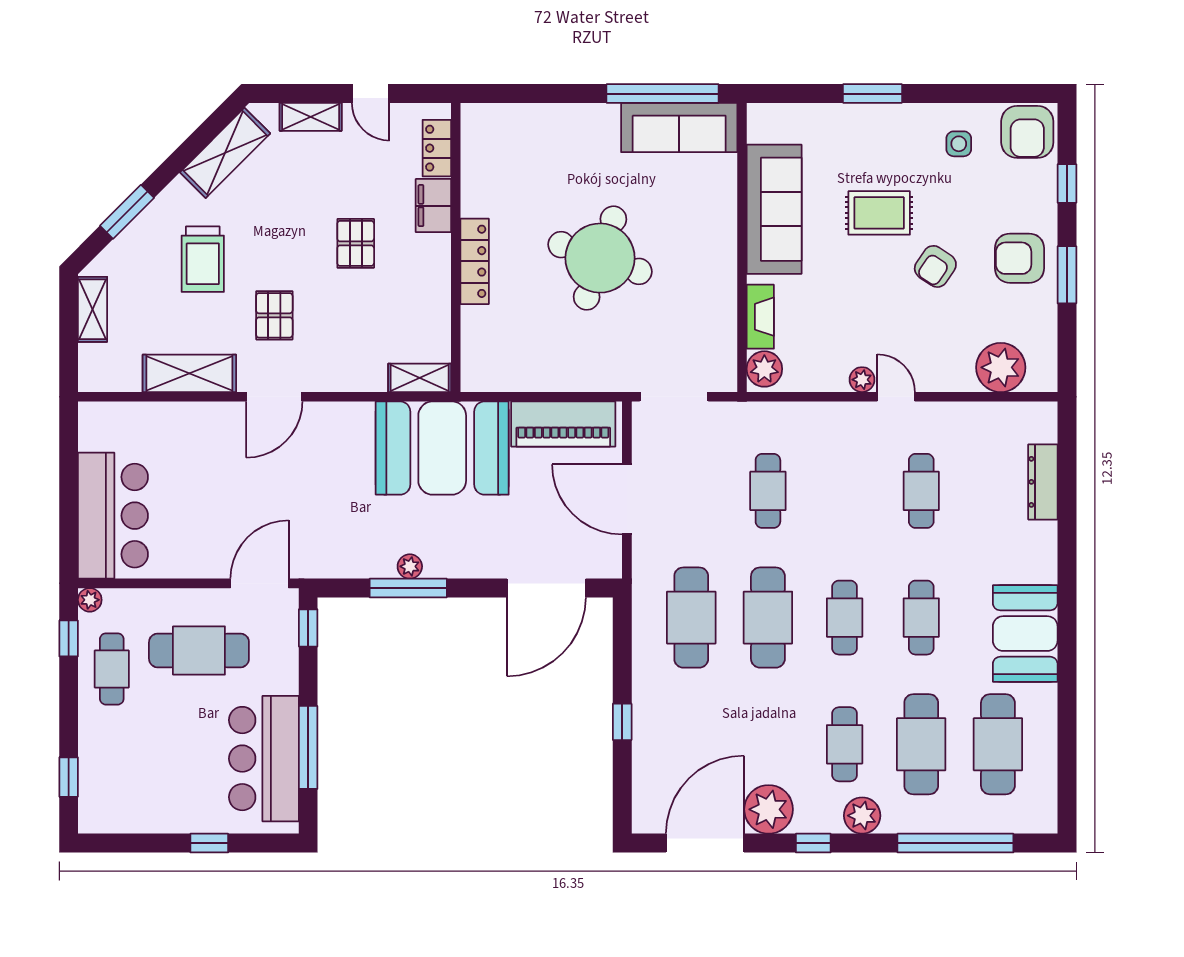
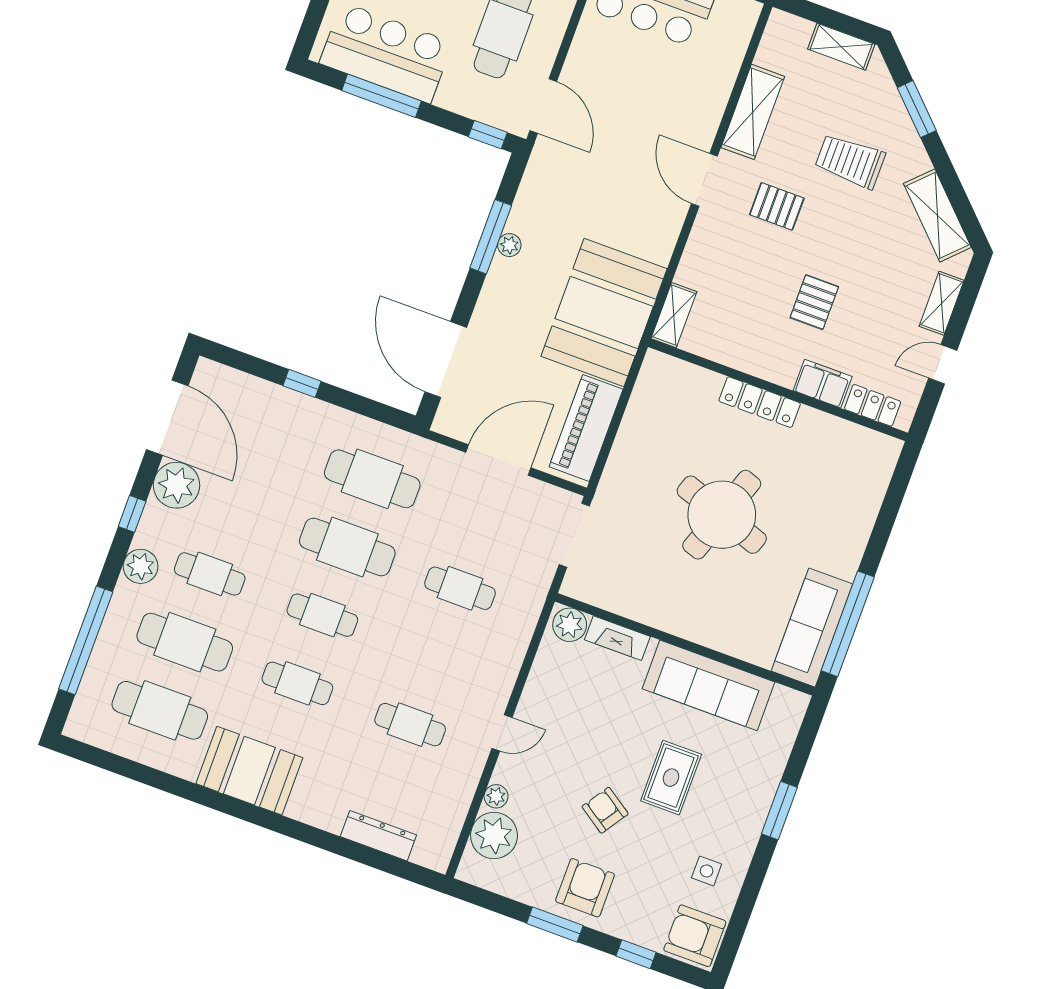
pallet: (356, 243) -> (814, 302), turned 90
plant: (862, 380) -> (496, 796), moved

